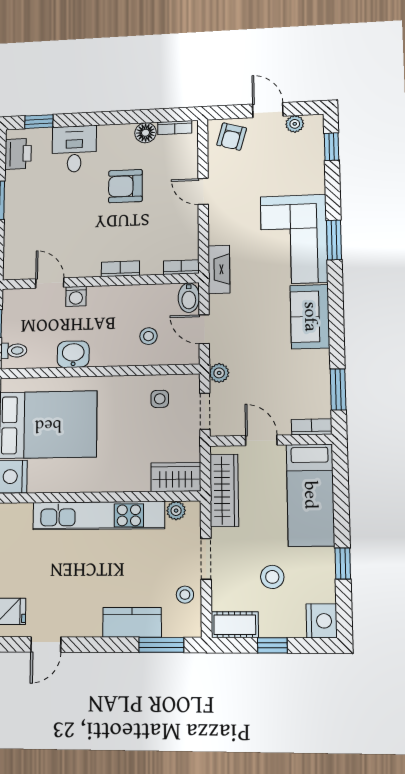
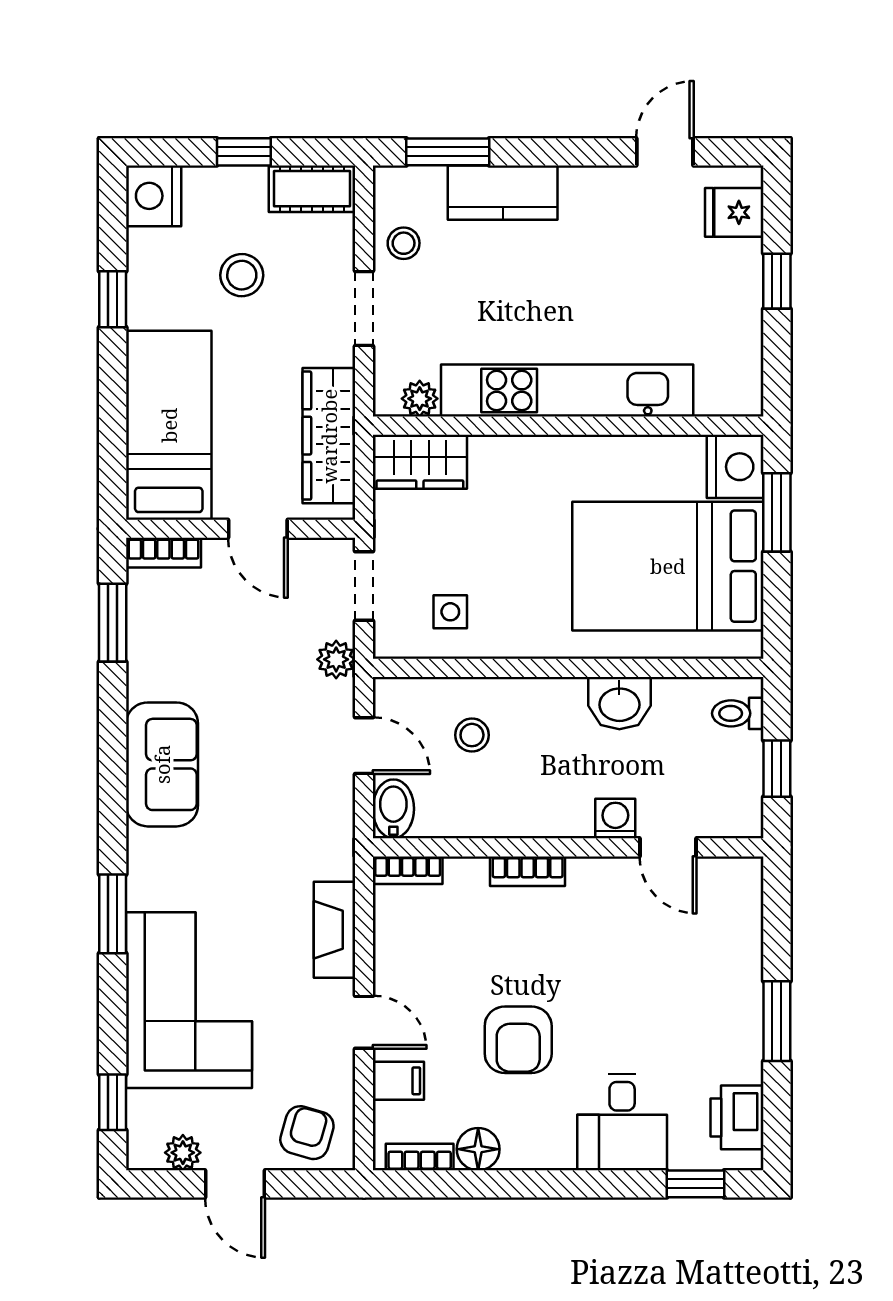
filing cabinet: (186, 164) -> (398, 1081), added
armchair: (125, 186) -> (518, 1040), turned 90
corner sofa: (294, 239) -> (189, 1000), moved
fireplace: (219, 269) -> (334, 930), moved

